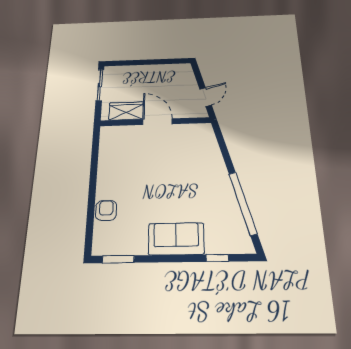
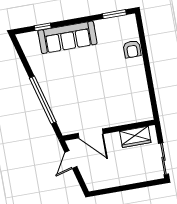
door: (157, 122) -> (91, 134), moved
window: (243, 203) -> (43, 100), moved
sofa: (176, 239) -> (67, 37), width x1.36

